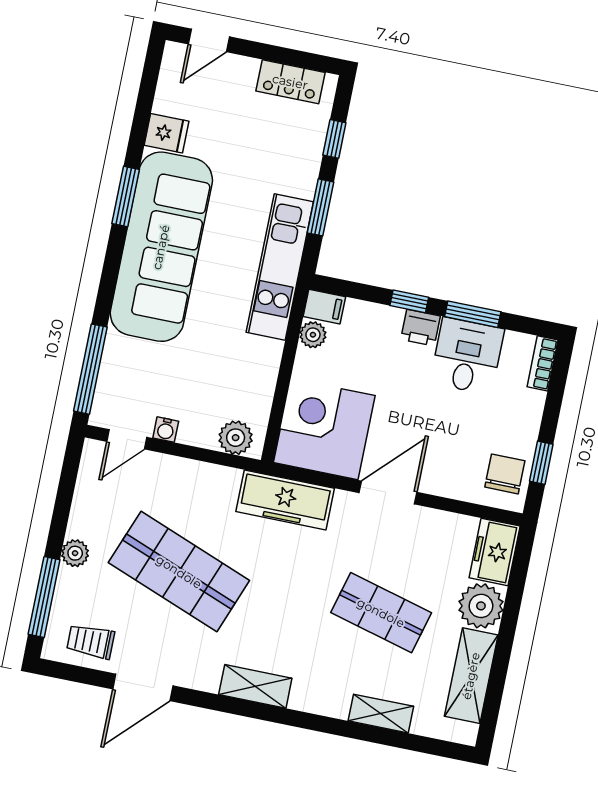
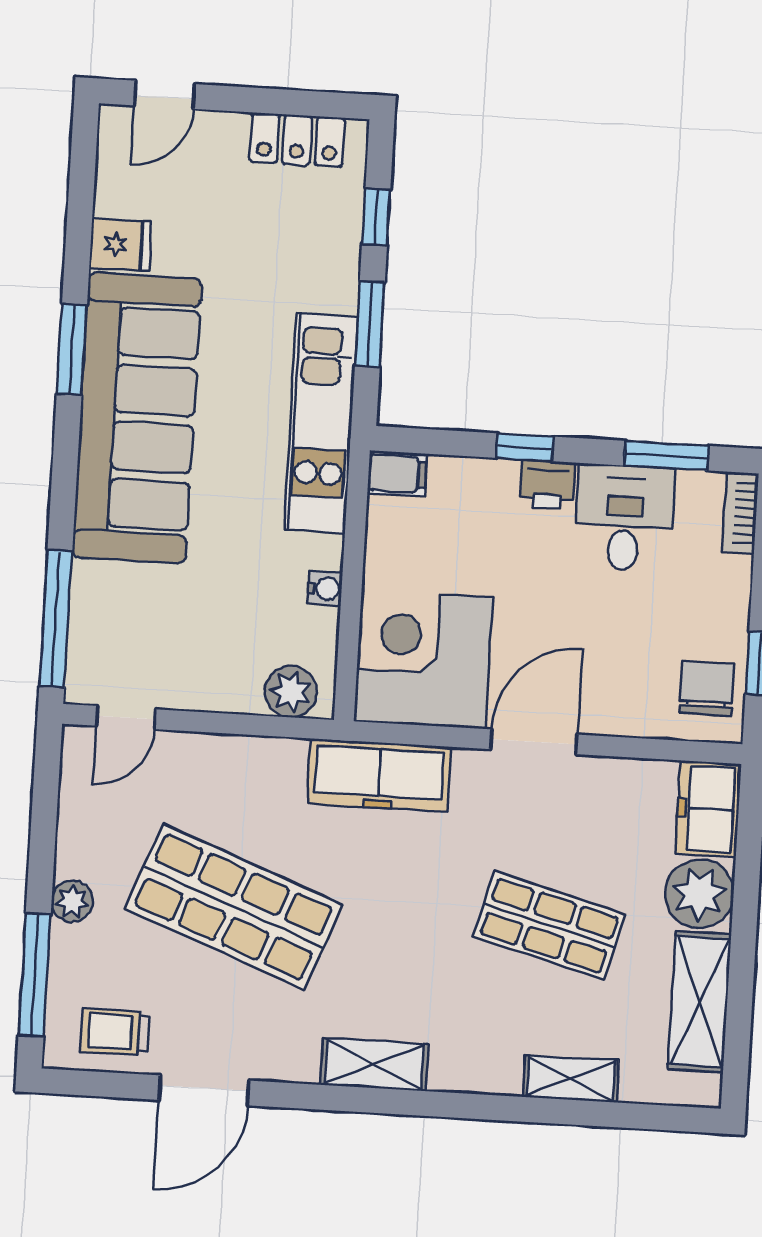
window: (473, 314) -> (666, 456), moved
plant: (313, 335) -> (386, 519), removed
water cooler: (166, 430) -> (325, 589), moved, turned -90

